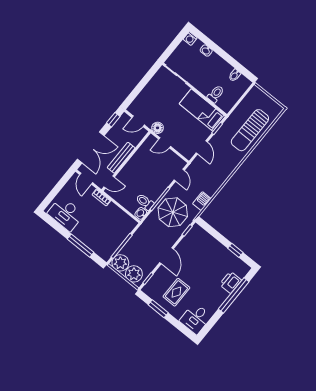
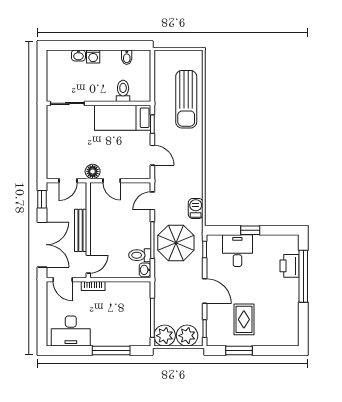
washing machine: (190, 39) -> (93, 56), moved
door: (165, 143) -> (112, 181), hinge flipped
door: (179, 175) -> (152, 201), swing flipped
window: (235, 250) -> (250, 230), moved
desk: (195, 319) -> (237, 251), moved, turned 180

